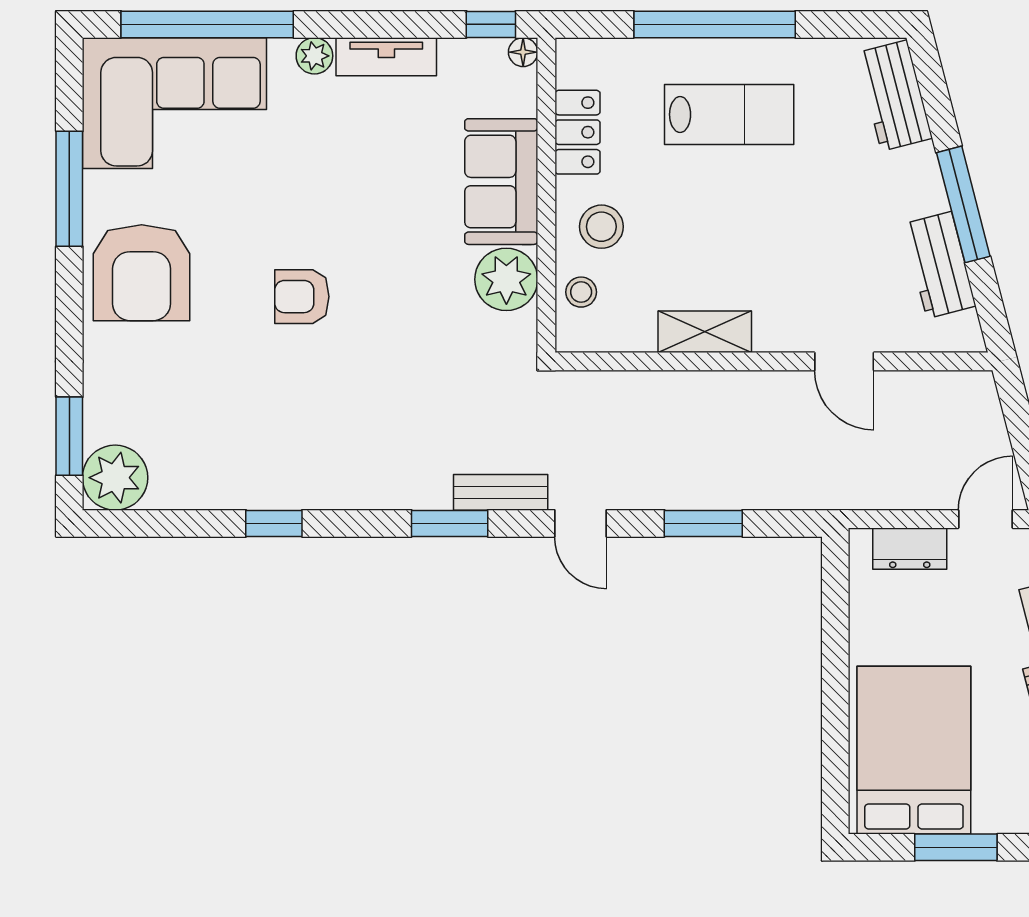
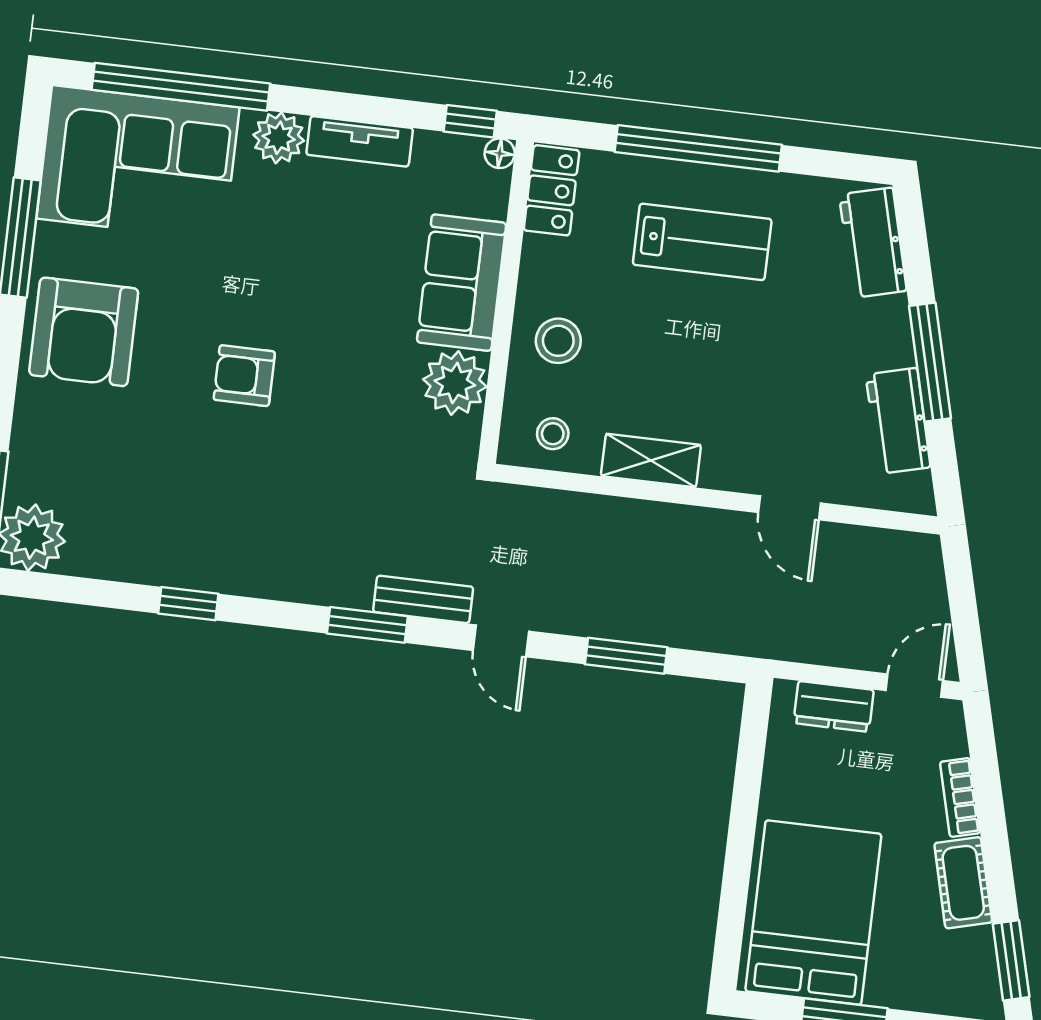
plant: (314, 56) -> (279, 138), width x1.38, depth x1.38
locker: (578, 132) -> (552, 190), moved
stool: (581, 292) -> (553, 434), moved

